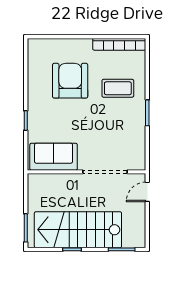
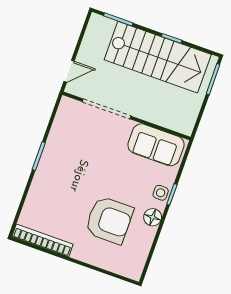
armchair: (70, 81) -> (109, 220), turned -90
coffee table: (118, 88) -> (61, 194), removed
floor lamp: (35, 96) -> (153, 217), added
side table: (36, 118) -> (161, 193), added

